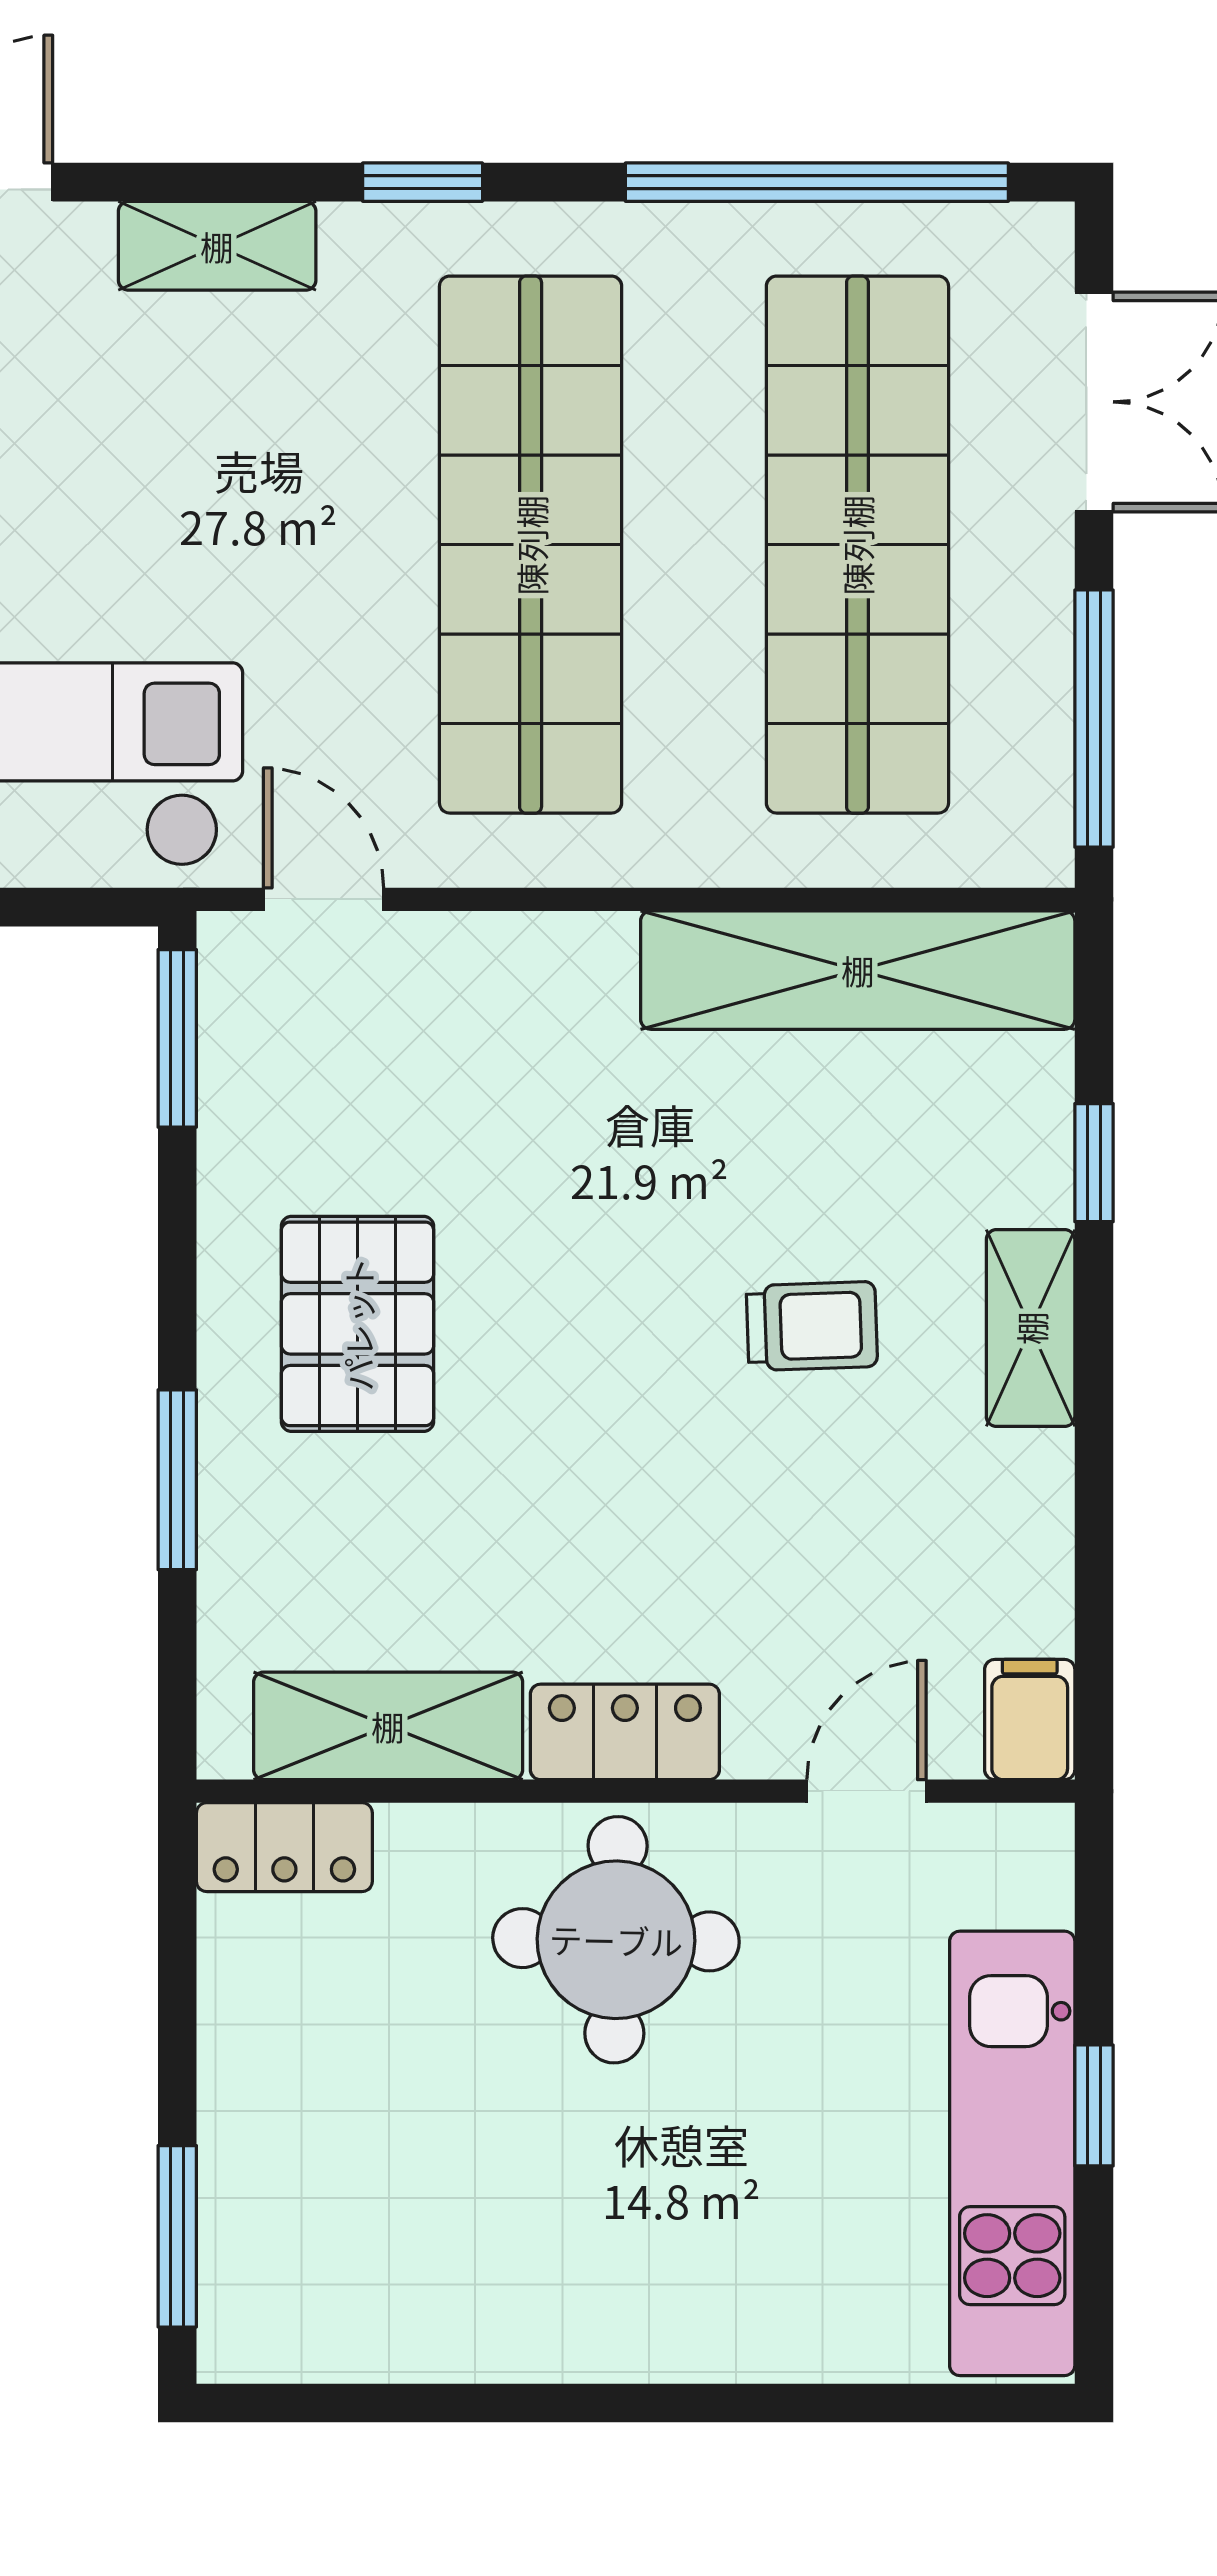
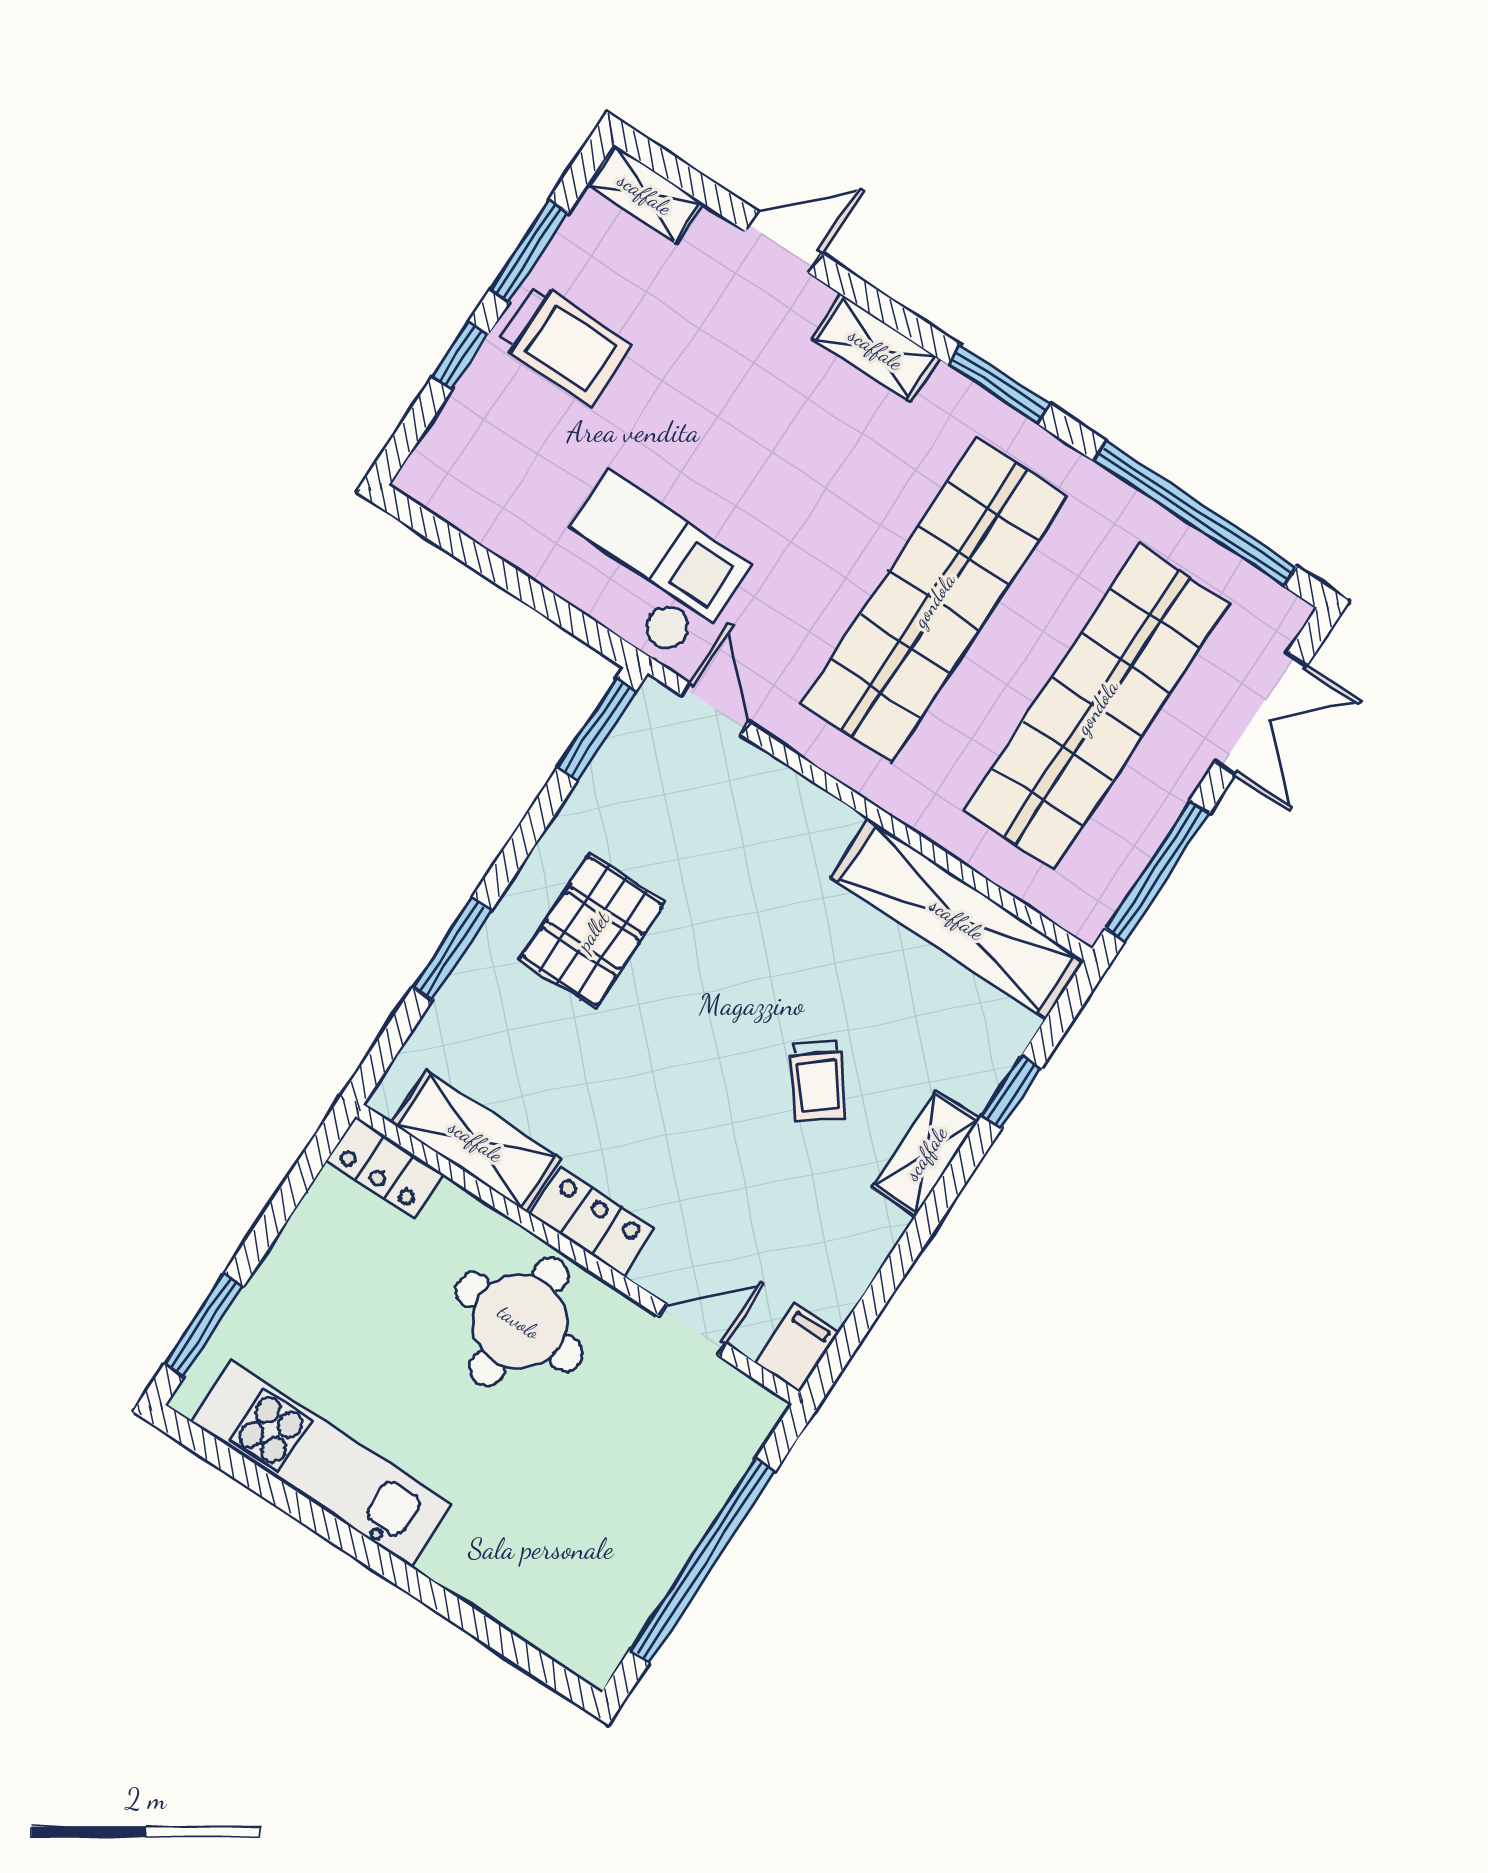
window: (423, 182) -> (999, 384), width x1.50
trolley: (812, 1326) -> (818, 1081), turned 54
window: (1094, 2105) -> (703, 1561), width x3.17
kitchen unit: (1012, 2153) -> (322, 1463), moved, turned 90

